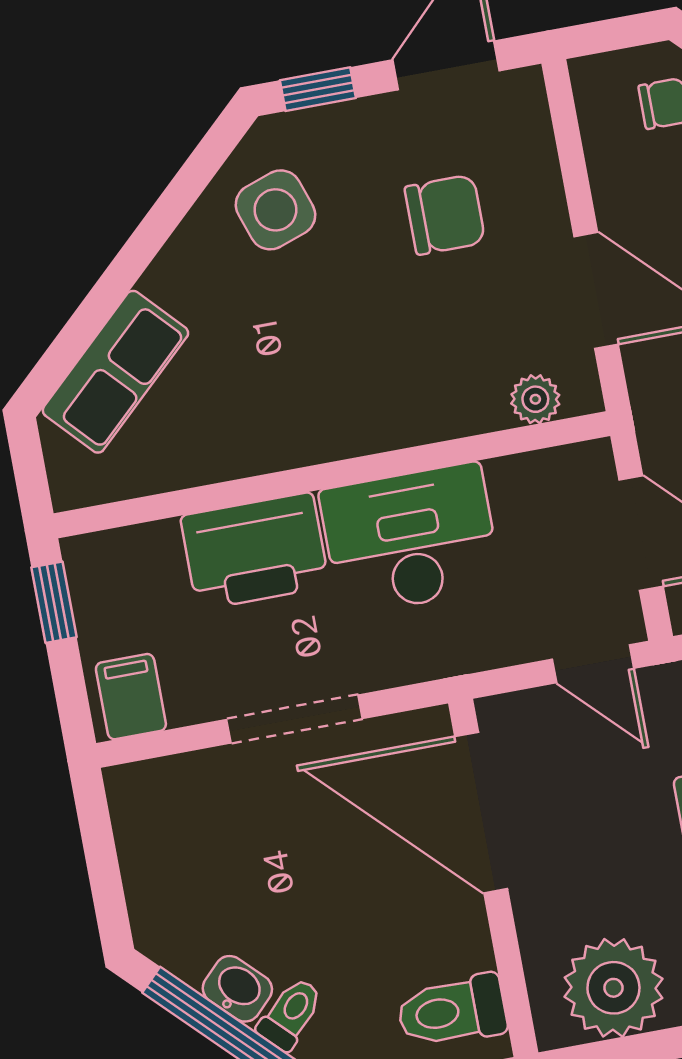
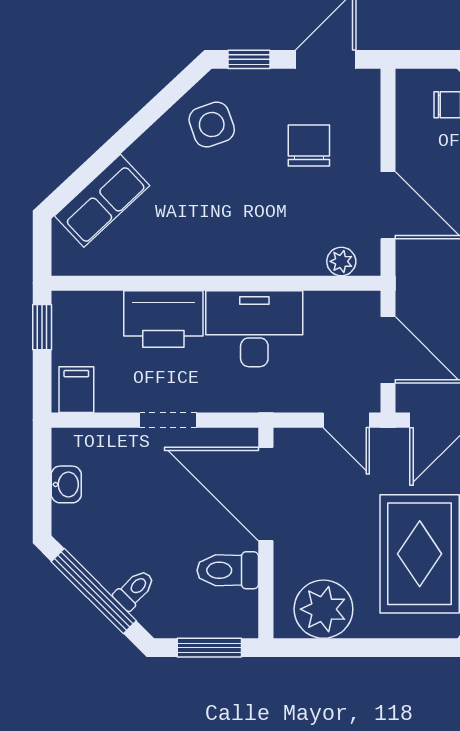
chair: (445, 215) -> (309, 145), turned -90
doorway: (295, 719) -> (168, 420), width x0.73
washbasin: (237, 989) -> (66, 484), moved, turned 45
toilet: (452, 1011) -> (228, 570), moved

